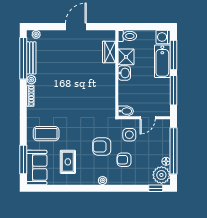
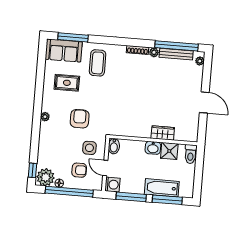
washing machine: (163, 37) -> (112, 185), moved, turned 90
wardrobe: (109, 52) -> (163, 133), moved
armchair: (124, 160) -> (79, 170), moved, turned 90

